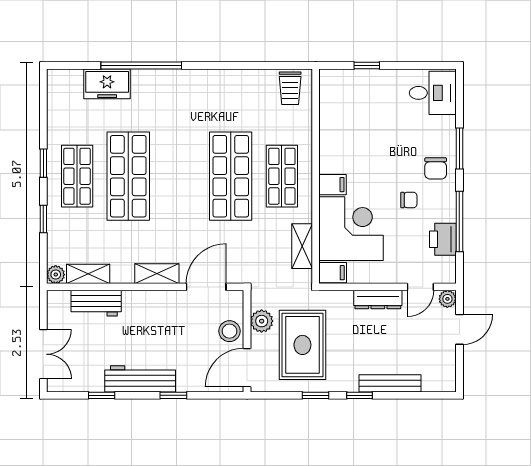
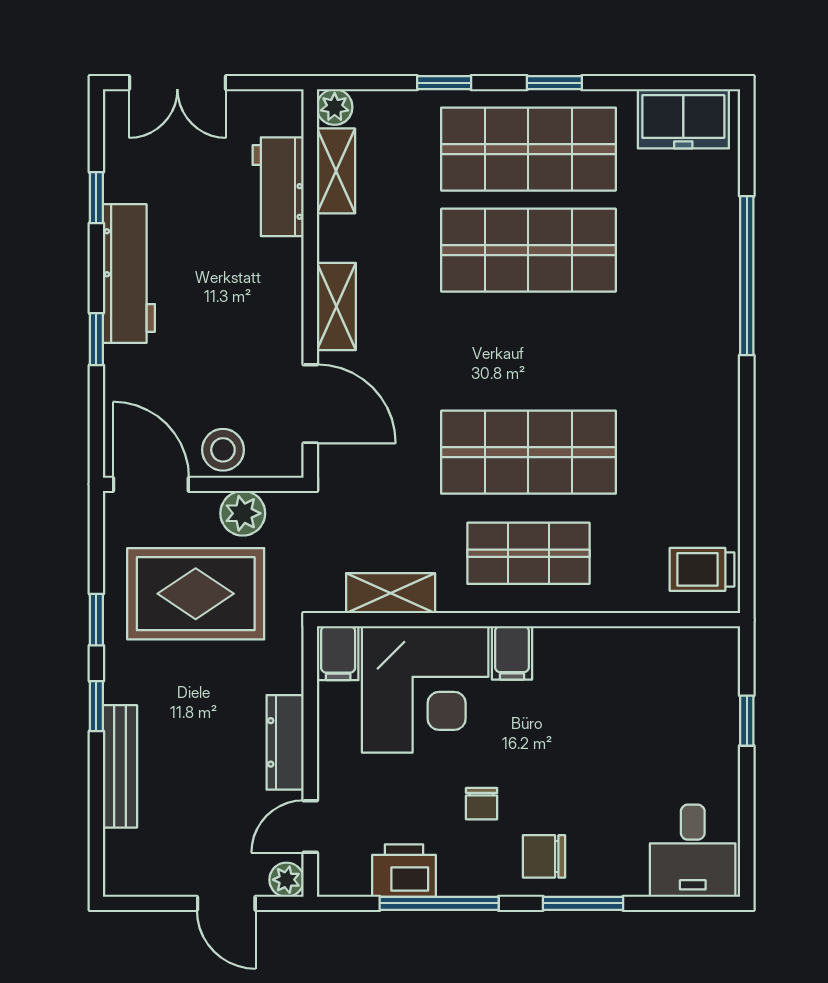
freezer: (107, 84) -> (683, 119), moved, turned -90
shop shelf: (77, 176) -> (528, 149), width x1.43, depth x1.36
door: (420, 287) -> (310, 826), hinge flipped

